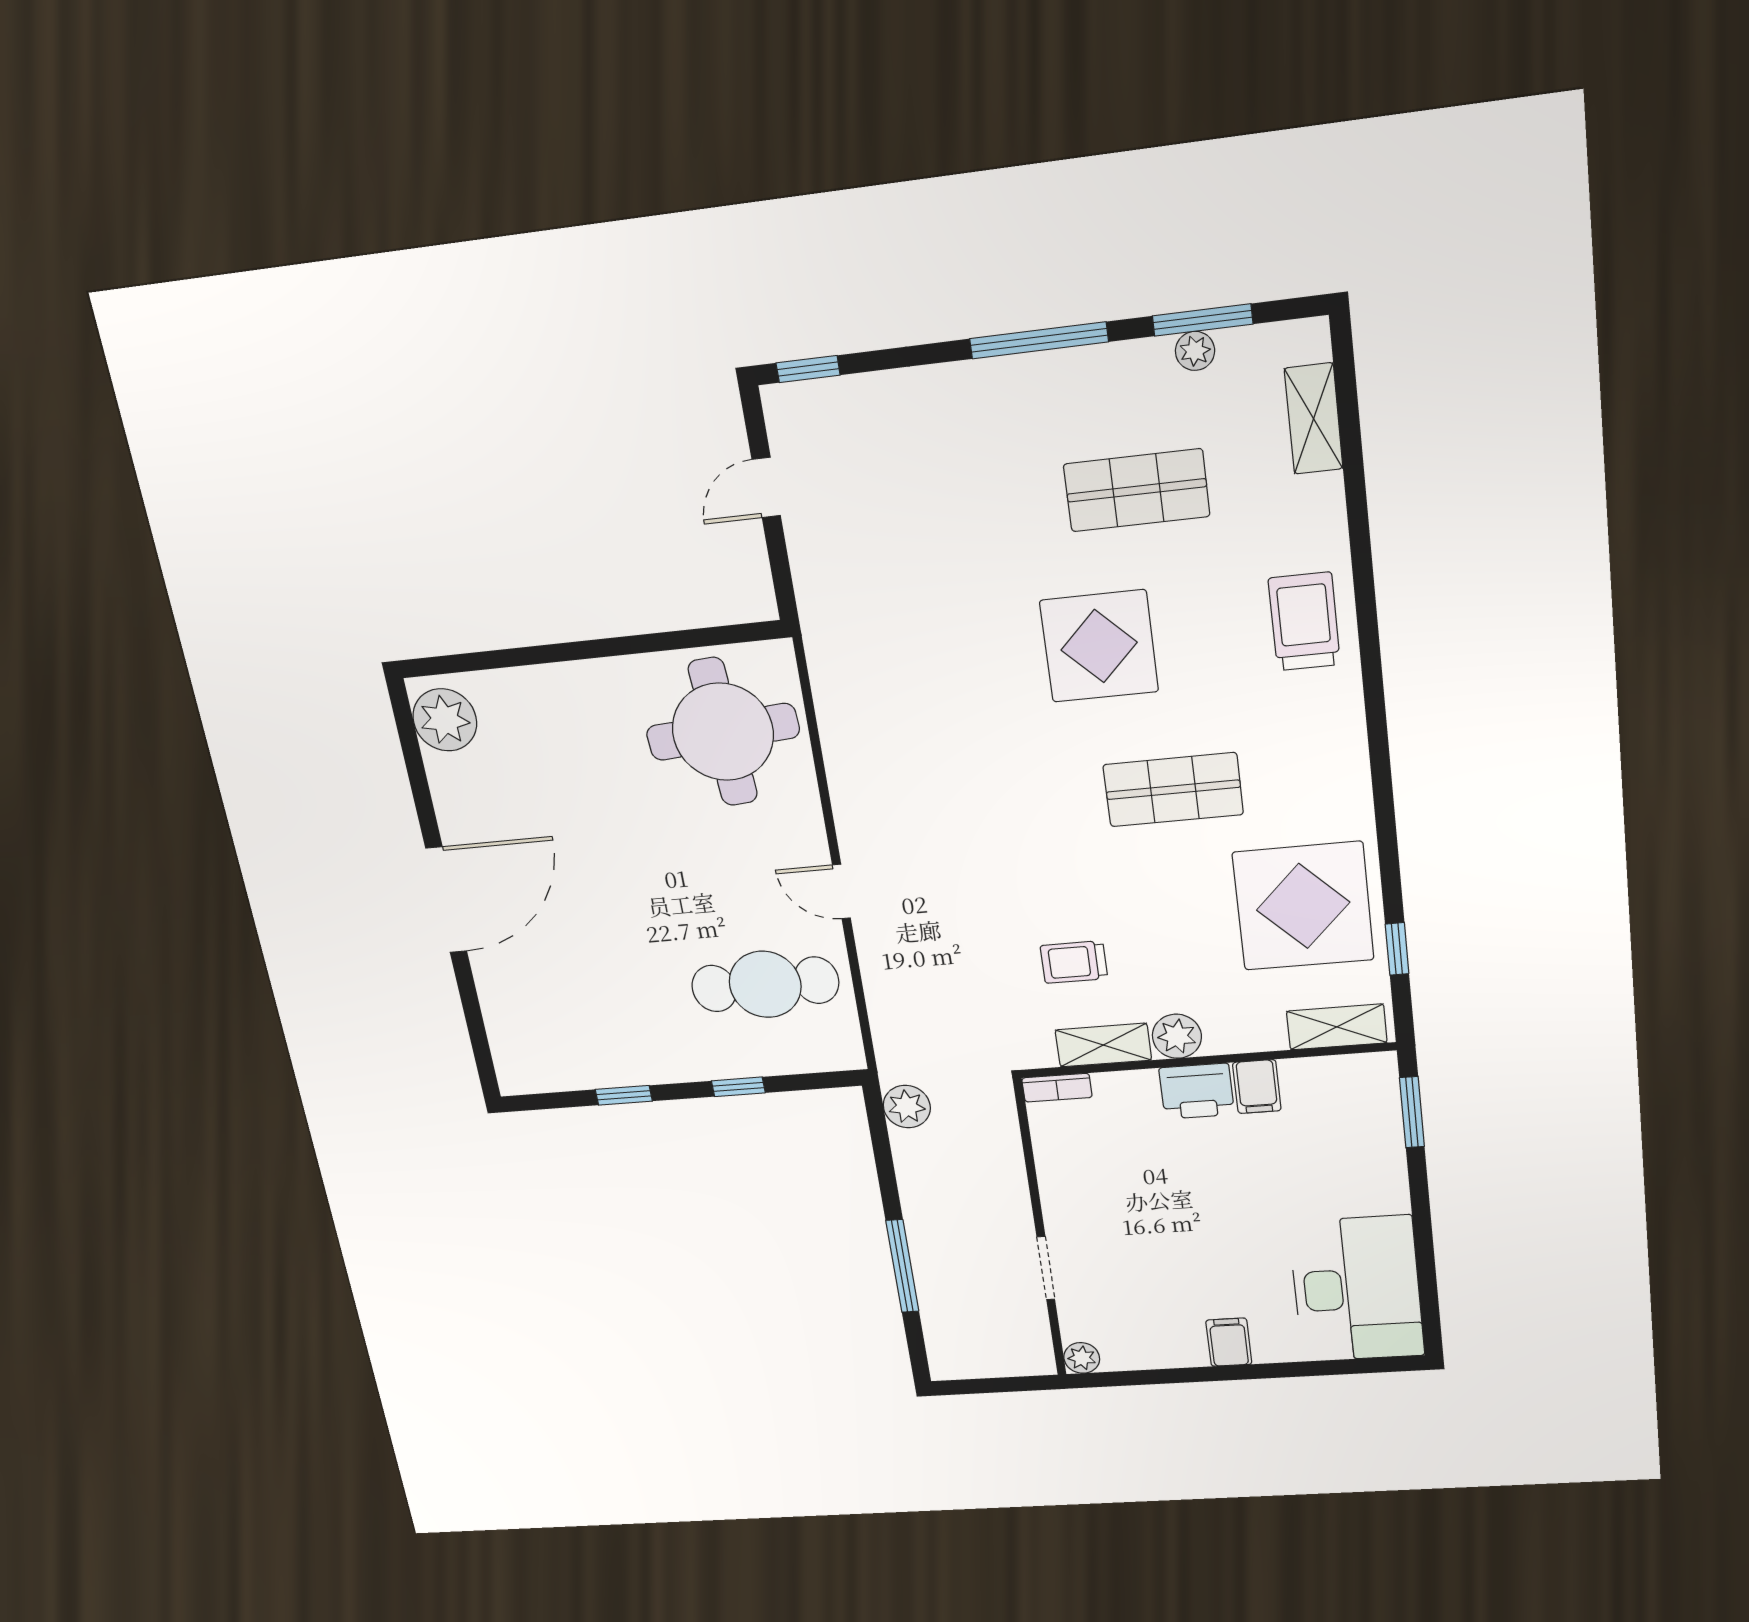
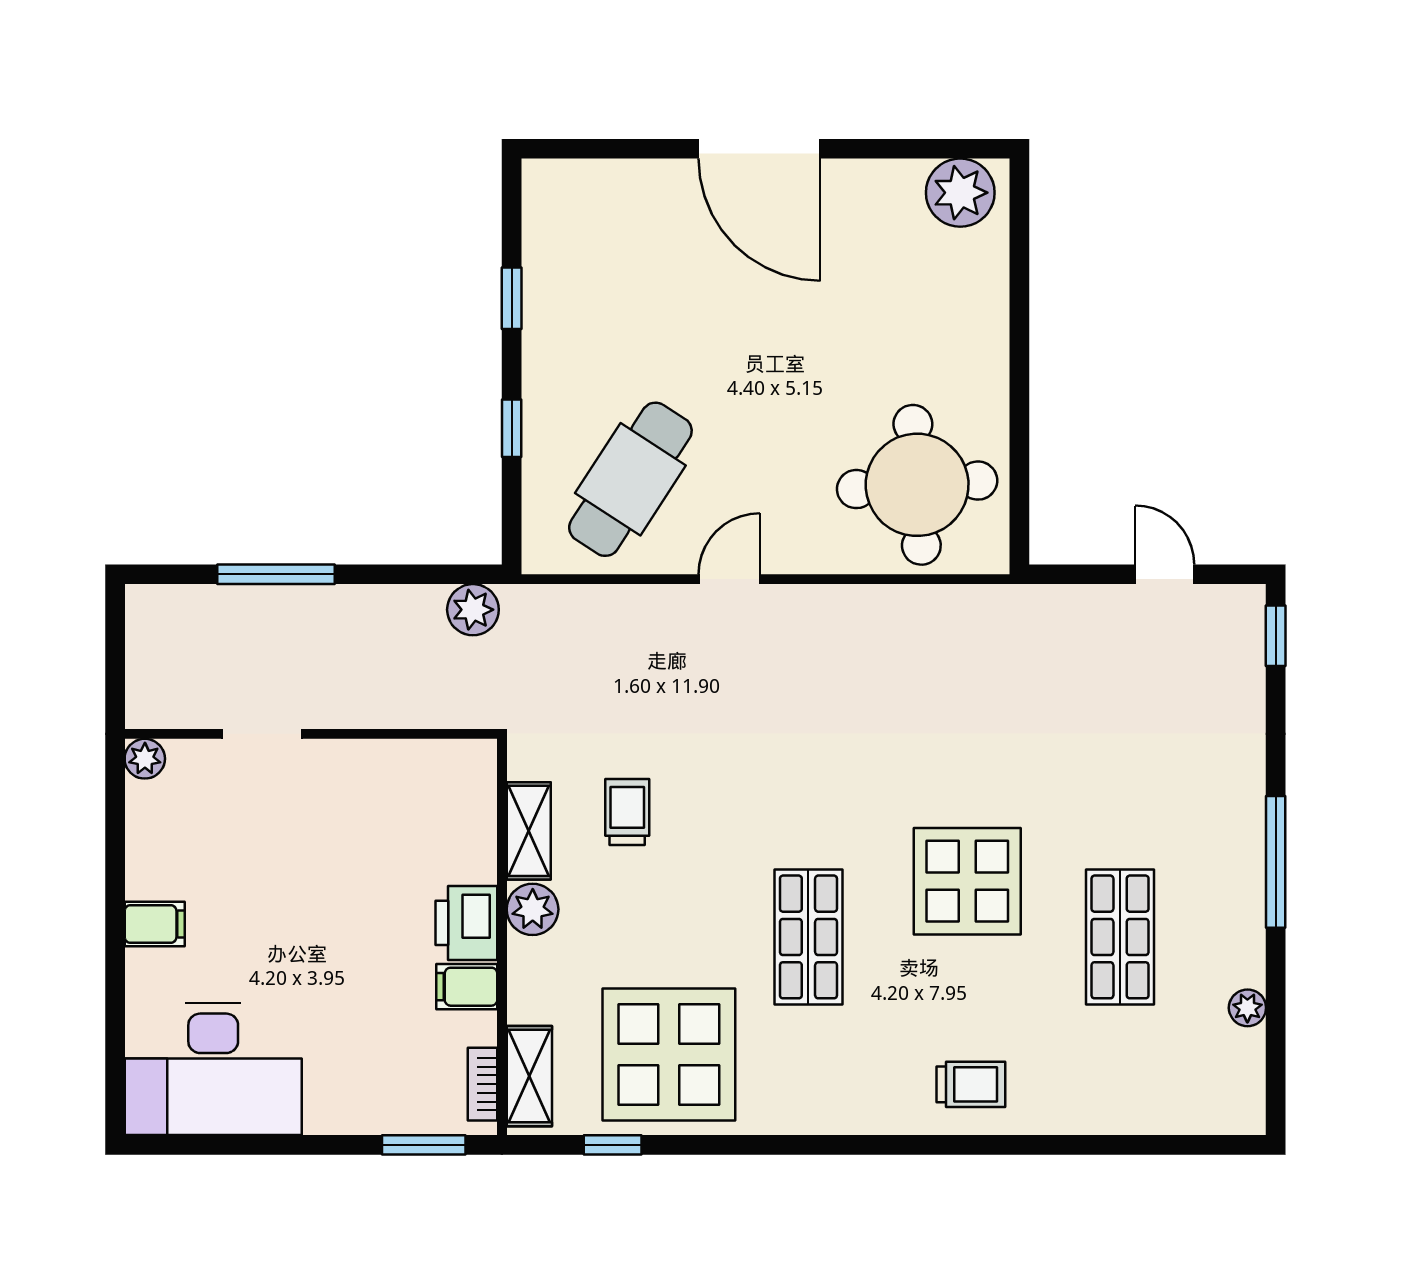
window: (1203, 320) -> (1276, 1018), removed
shelving: (1314, 419) -> (1170, 1112), removed
trolley: (1304, 622) -> (971, 1084), width x0.73, depth x0.72
cafe table: (765, 984) -> (630, 479), turned 33
bookcase: (1057, 1088) -> (483, 1084), moved

